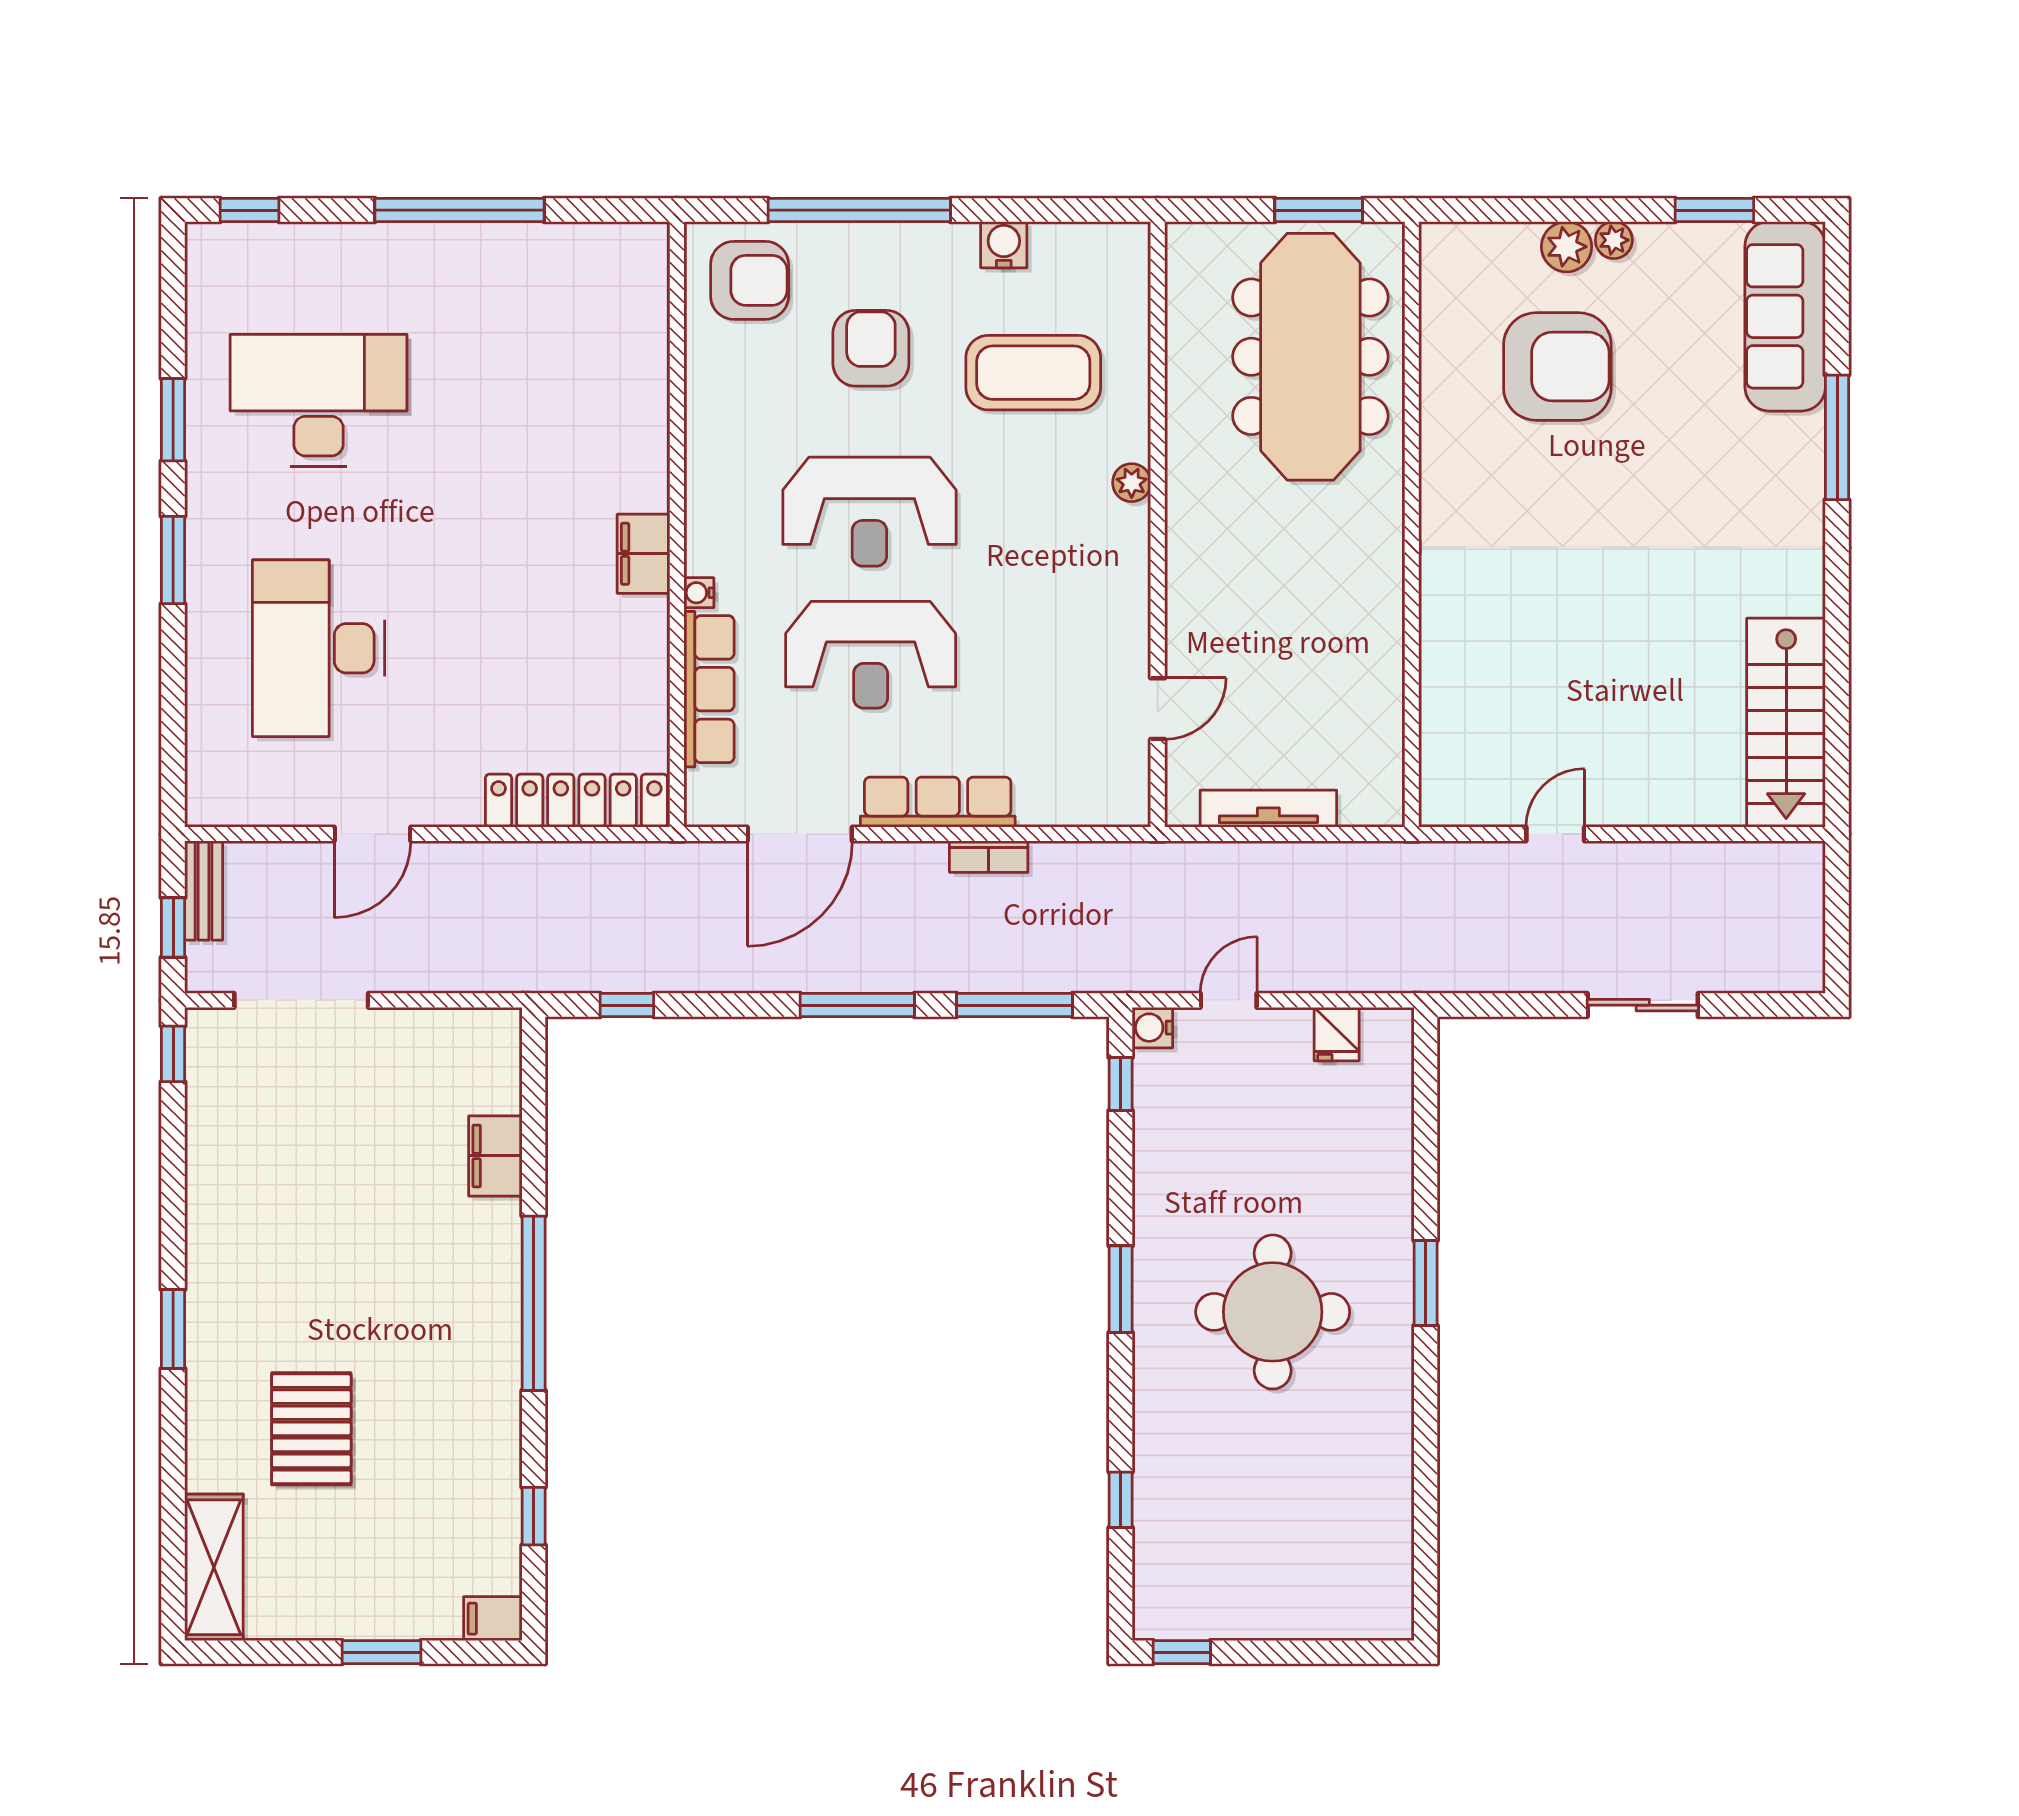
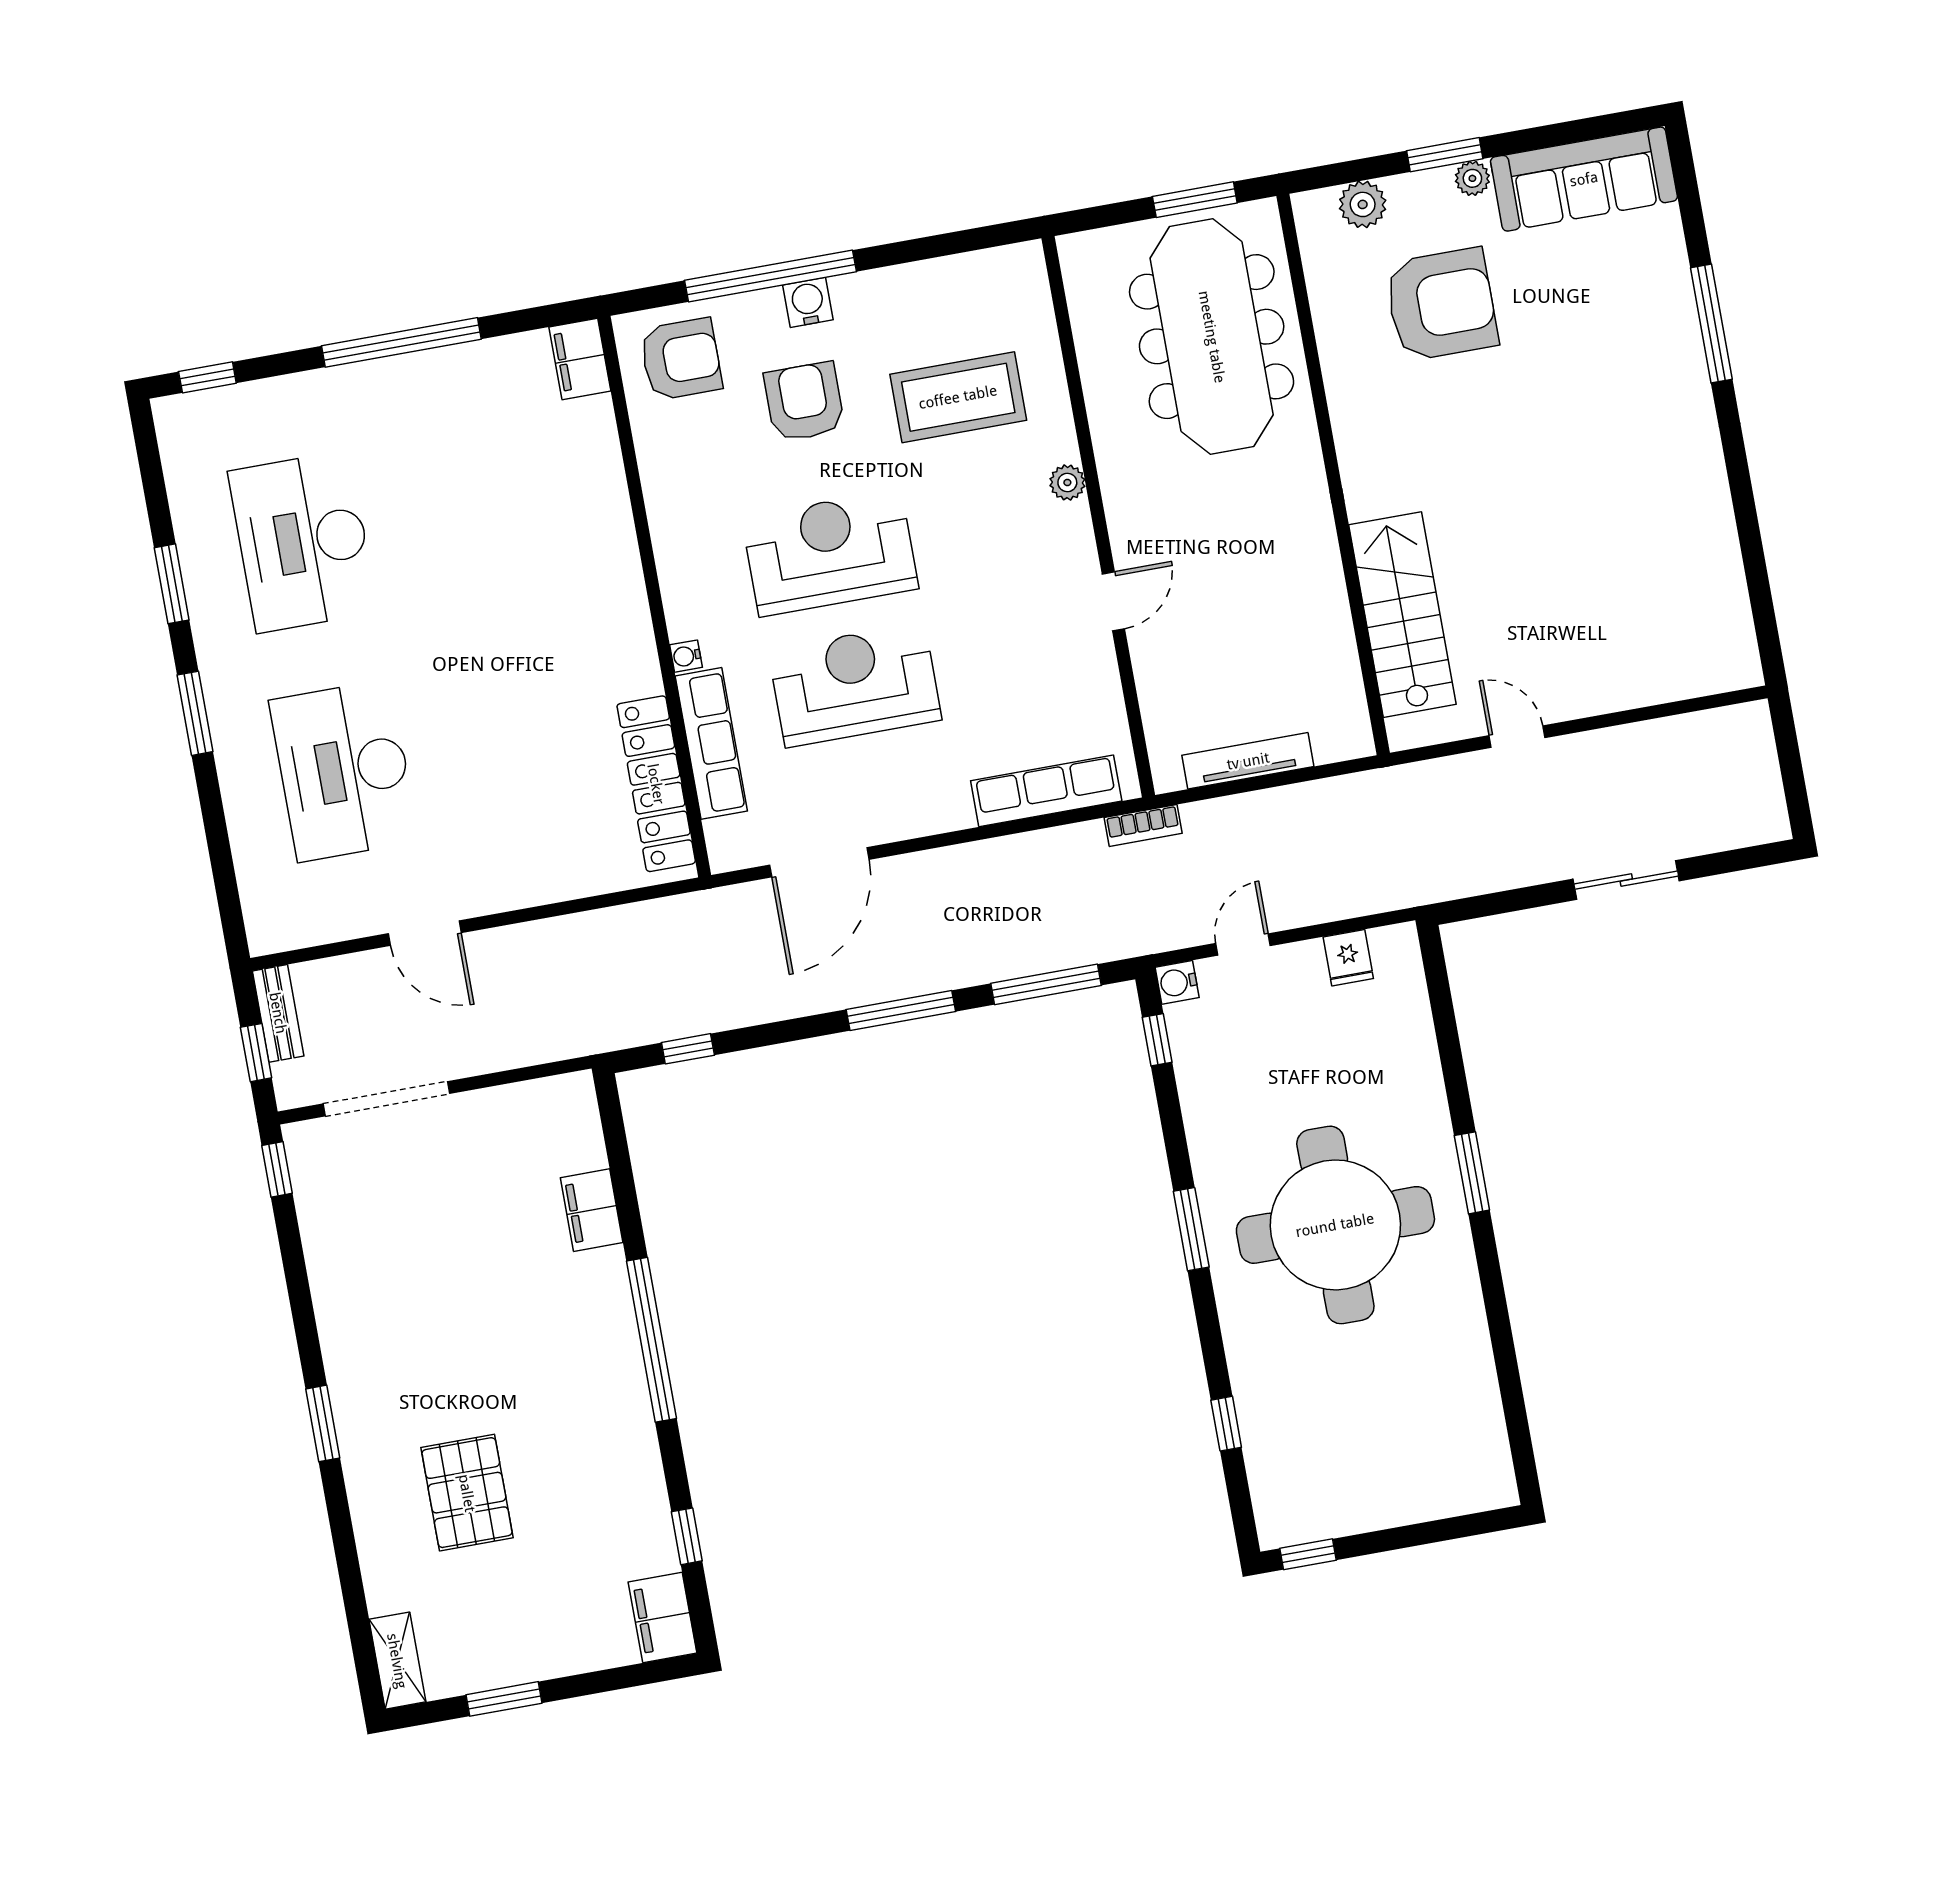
window: (1714, 210) -> (1445, 155), moved
water cooler: (1004, 245) -> (808, 302), moved
plant: (1567, 247) -> (1363, 204), moved
sofa: (1785, 316) -> (1584, 179), moved, turned -90
desk: (318, 400) -> (303, 542), turned -90
reception desk: (869, 512) -> (830, 553), turned 180
filing cabinet: (644, 554) -> (580, 359), moved
reception desk: (871, 655) -> (855, 685), turned 180
door: (1158, 709) -> (1113, 601), moved
stairs: (1786, 723) -> (1402, 615), moved, turned 180
locker: (576, 801) -> (656, 784), moved, turned -90
row of seats: (938, 802) -> (1046, 791), moved
door: (373, 834) -> (425, 933), hinge flipped
door: (1555, 834) -> (1517, 737), hinge flipped
bookcase: (989, 857) -> (1143, 825), moved
round table: (1273, 1312) -> (1335, 1225), width x1.36, depth x1.36
shelving: (214, 1567) -> (397, 1661), width x0.67, depth x0.75
filing cabinet: (493, 1619) -> (662, 1618), width x2.00
window: (382, 1652) -> (504, 1699), moved

